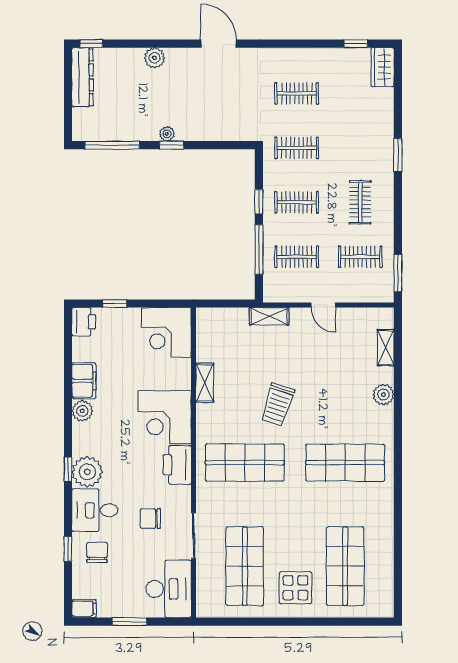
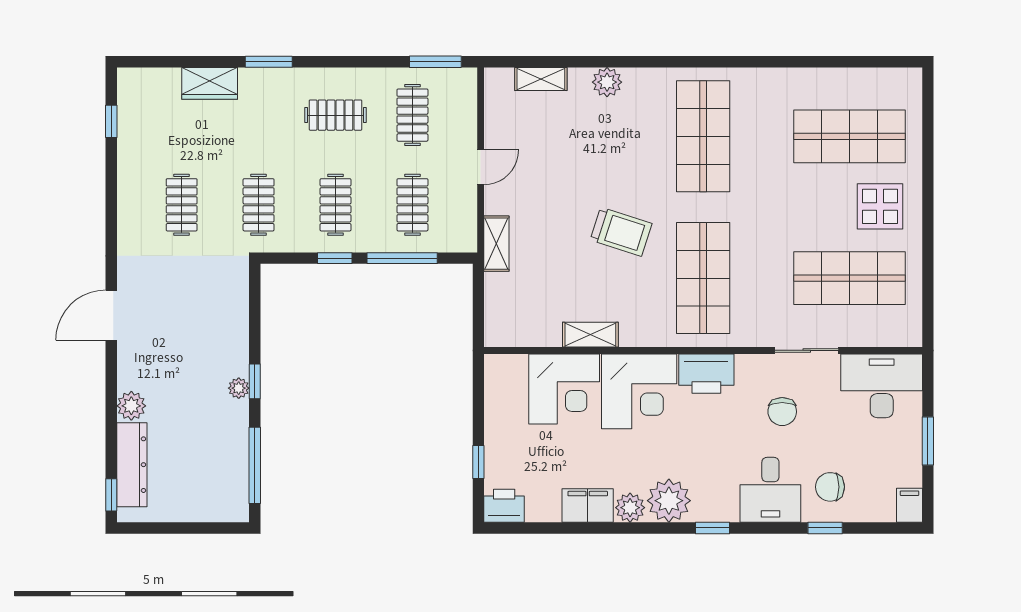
wardrobe: (383, 67) -> (210, 83), moved
dresser: (83, 77) -> (132, 465), moved, turned 90
corner desk: (166, 332) -> (564, 389), moved
plant: (87, 472) -> (669, 501), moved

